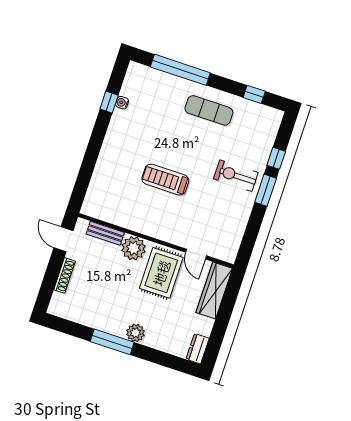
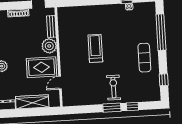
wardrobe: (214, 290) -> (32, 102), moved

